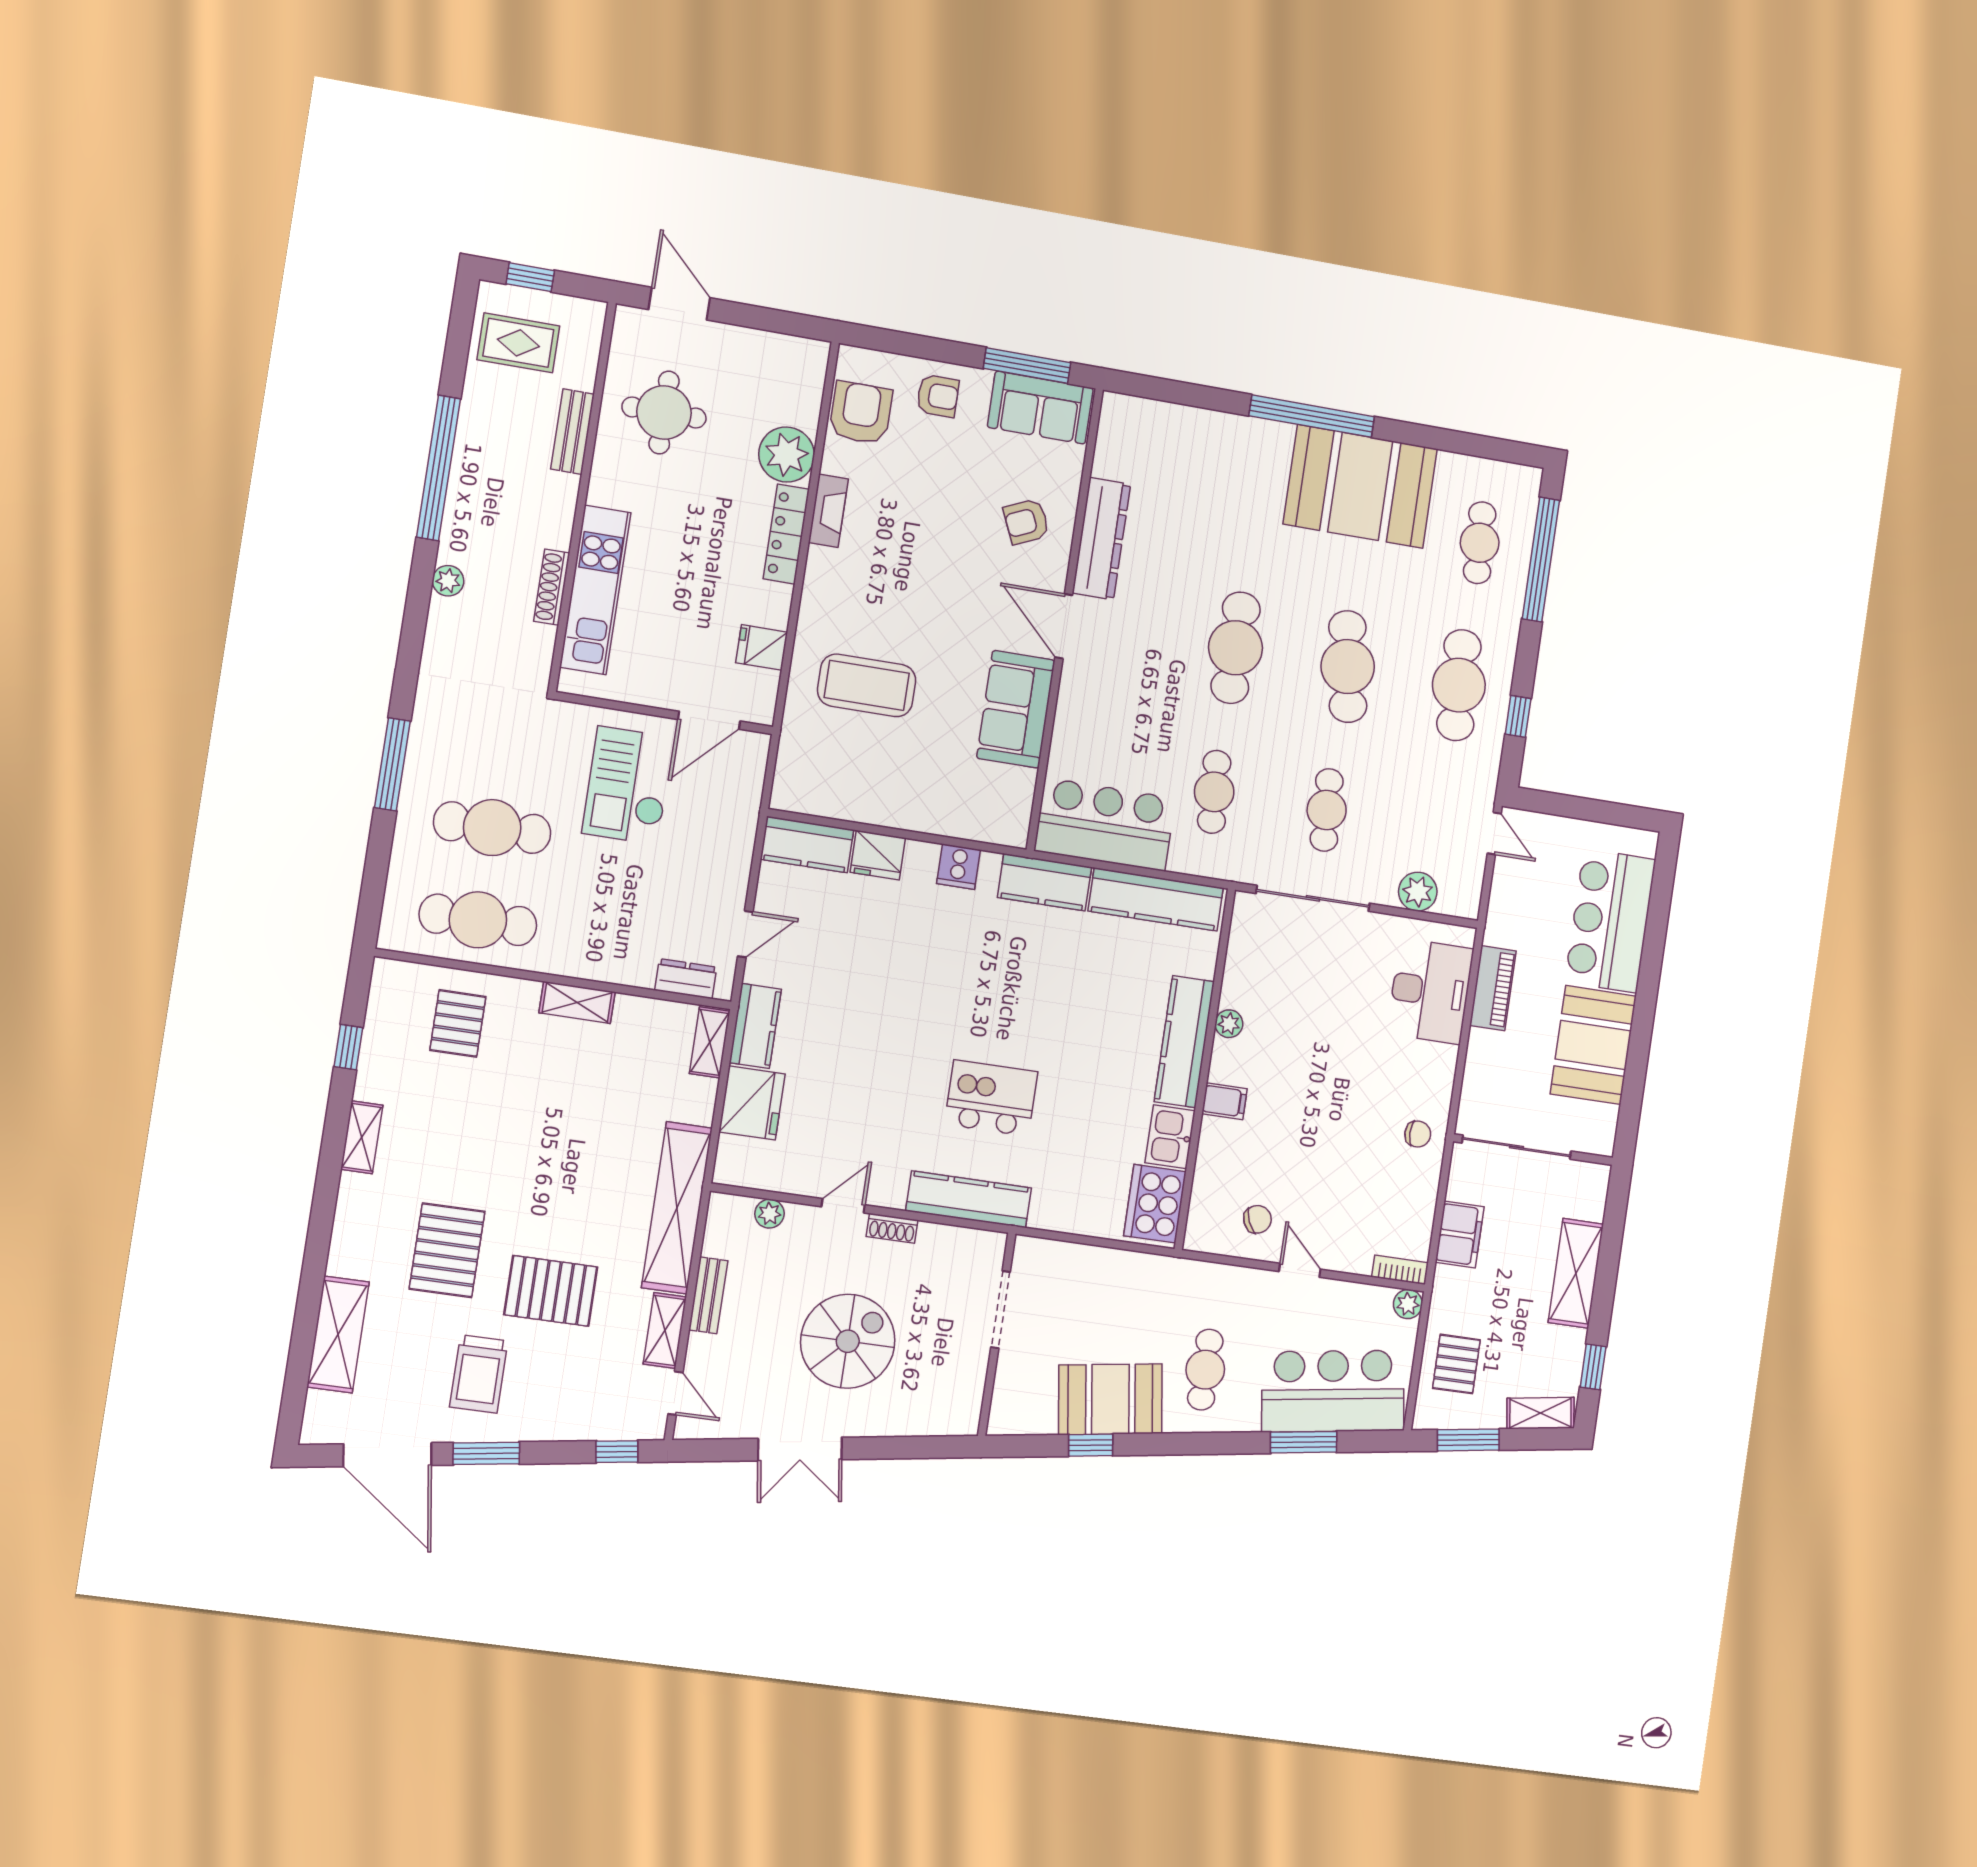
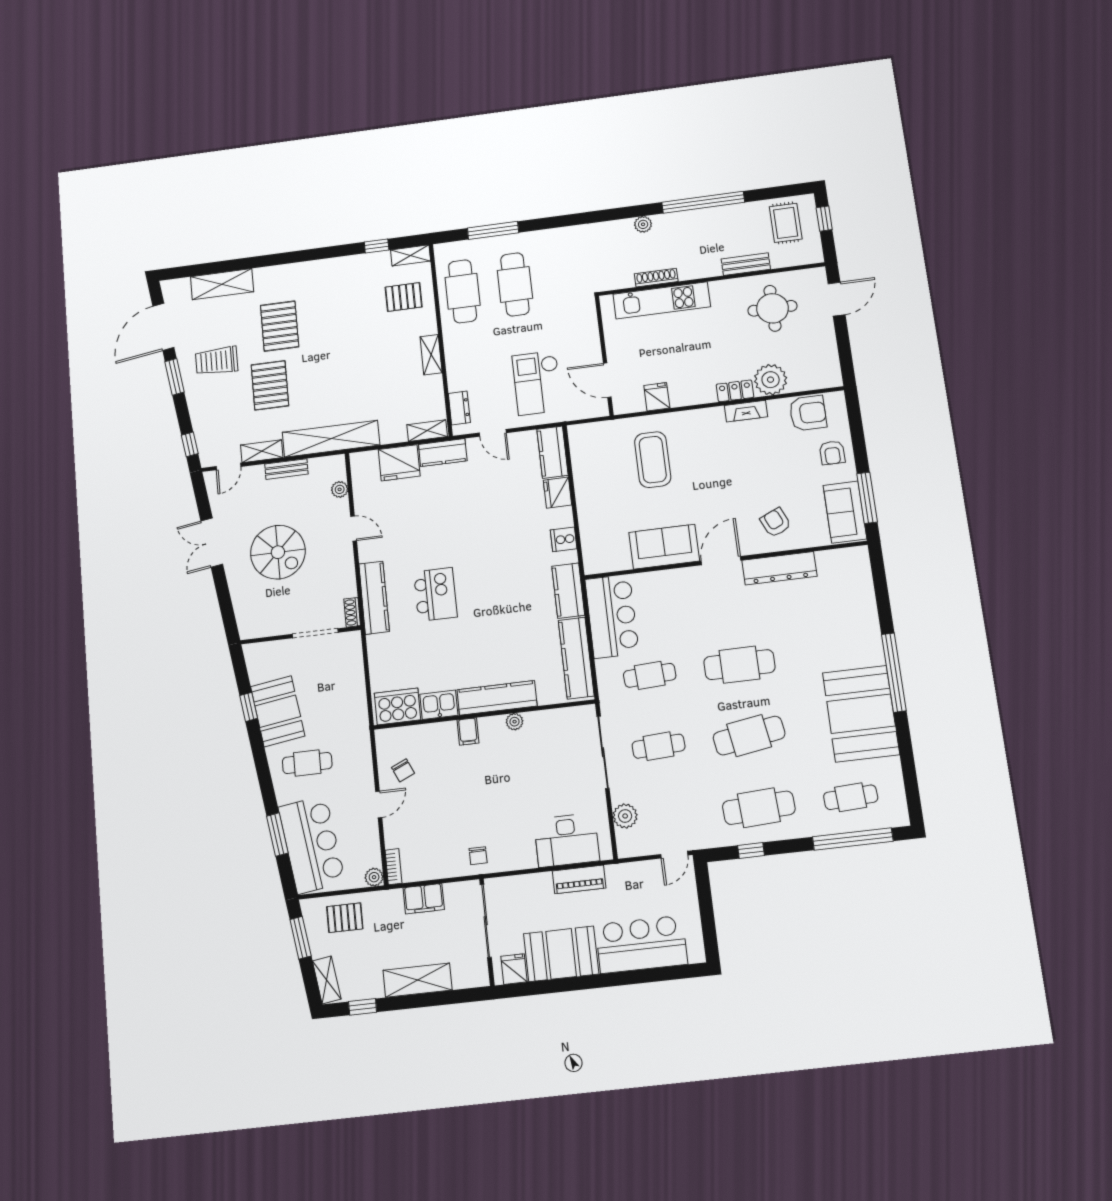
locker: (786, 534) -> (735, 391), width x0.66
window: (392, 764) -> (493, 230), moved
checkout: (628, 785) -> (537, 383), moved, turned -90
fridge: (1597, 1122) -> (514, 969), added
shelving: (362, 1137) -> (411, 255), moved
shoe rack: (892, 1228) -> (352, 612), moved
pallet: (447, 1250) -> (280, 326), turned 90

